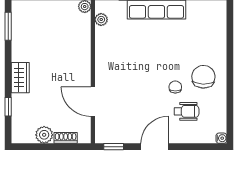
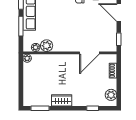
plant: (104, 36) -> (47, 46), added
wardrobe: (20, 78) -> (62, 100), moved
plant: (44, 135) -> (111, 95), moved

